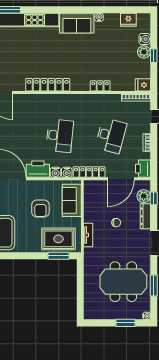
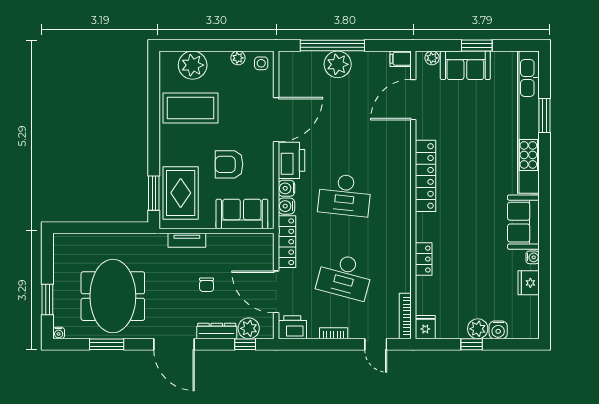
fridge: (128, 20) -> (529, 283), moved

